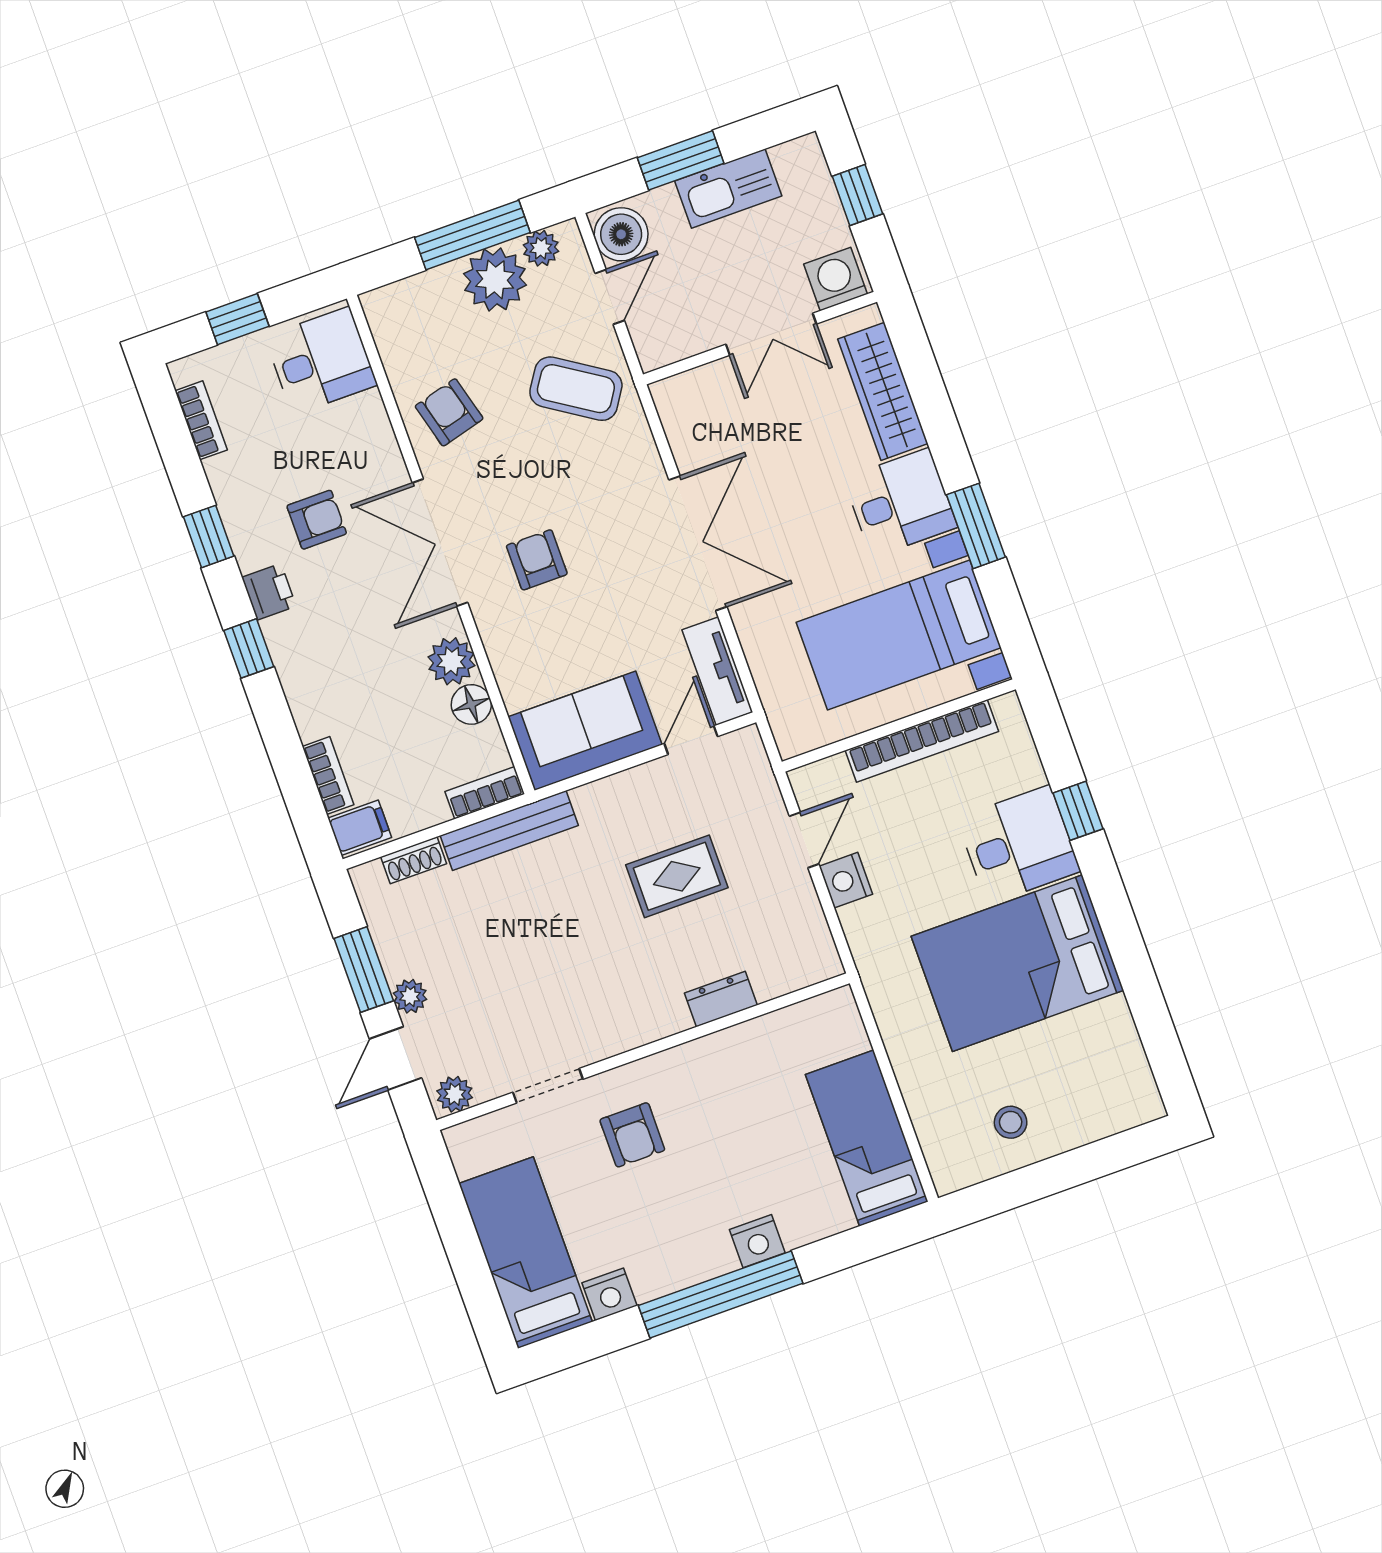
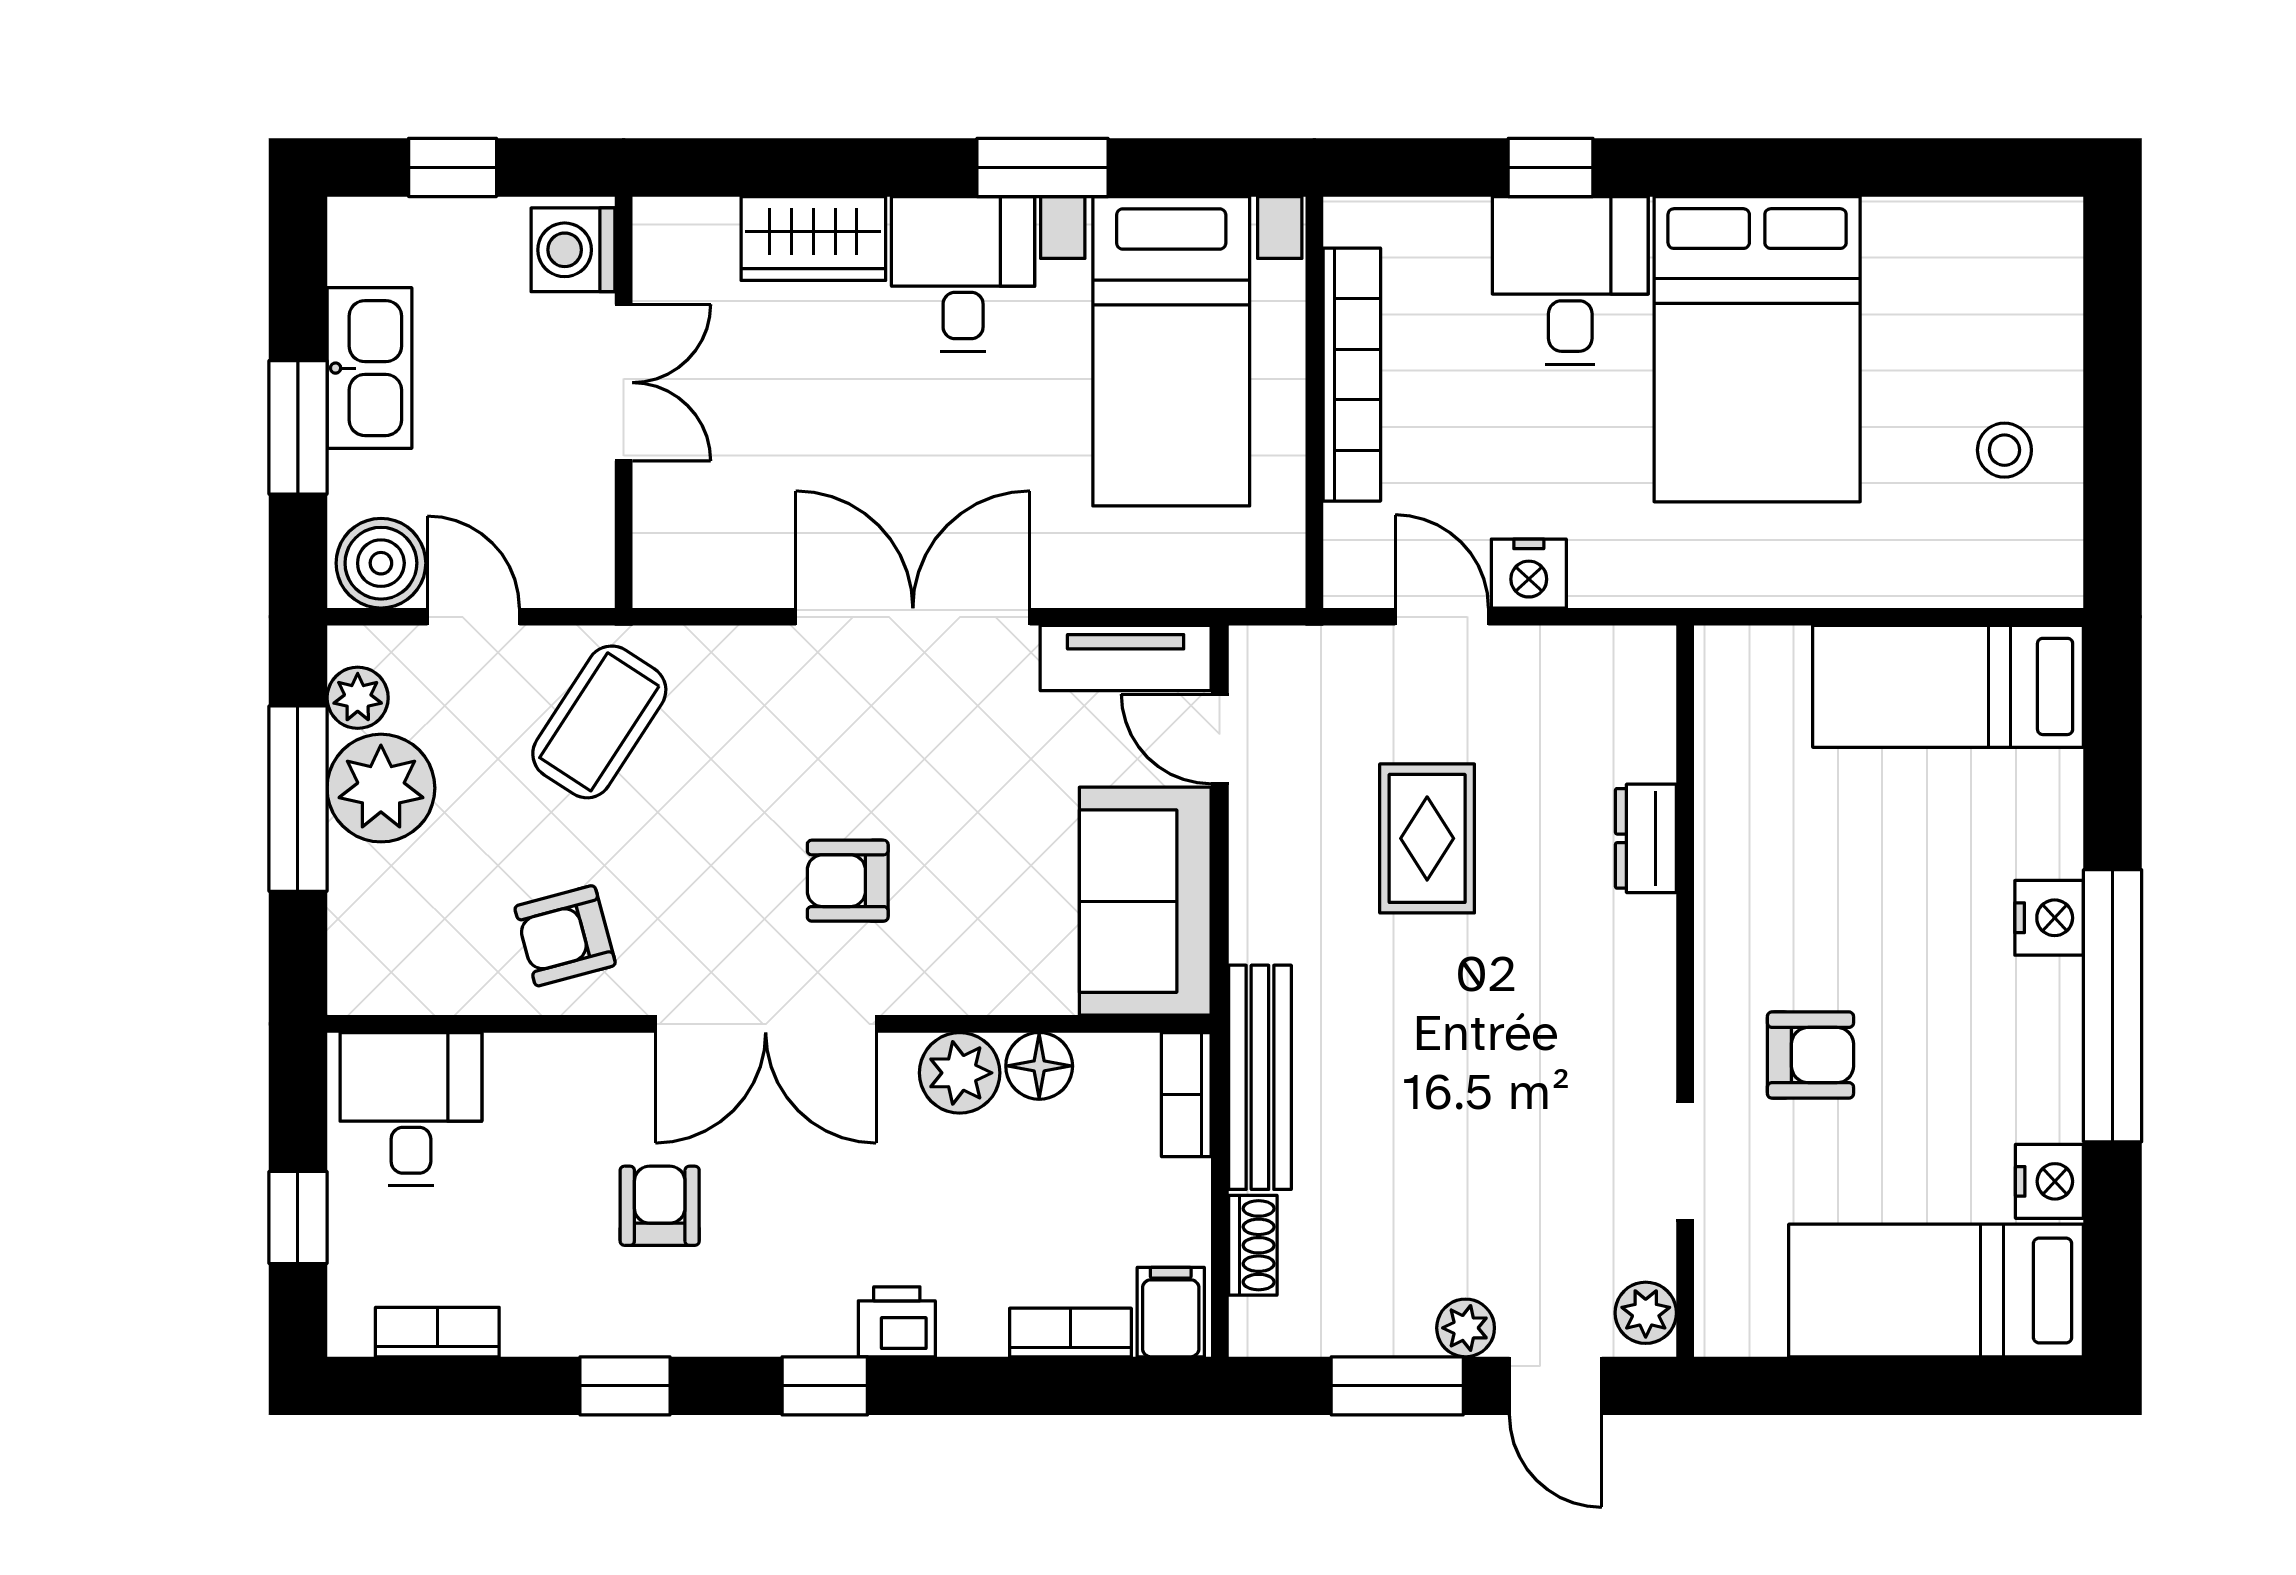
wardrobe: (883, 391) -> (813, 238), width x0.67
printer: (269, 592) -> (897, 1322), moved

